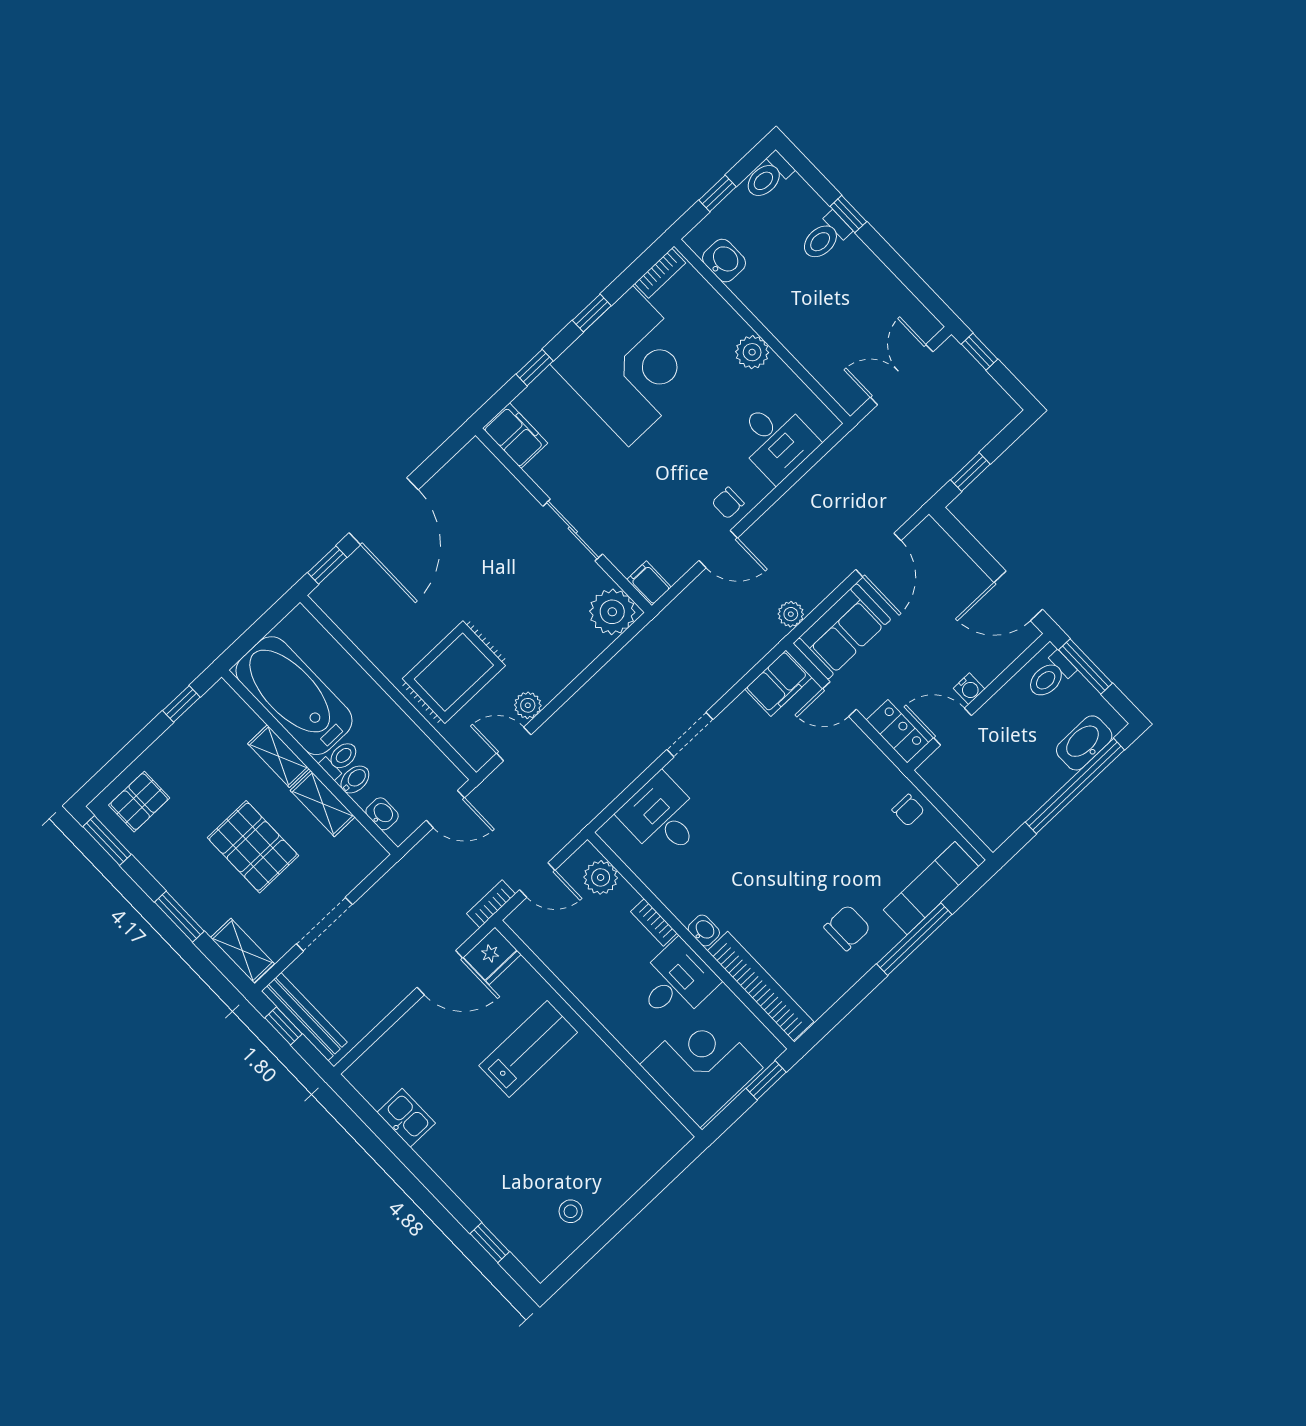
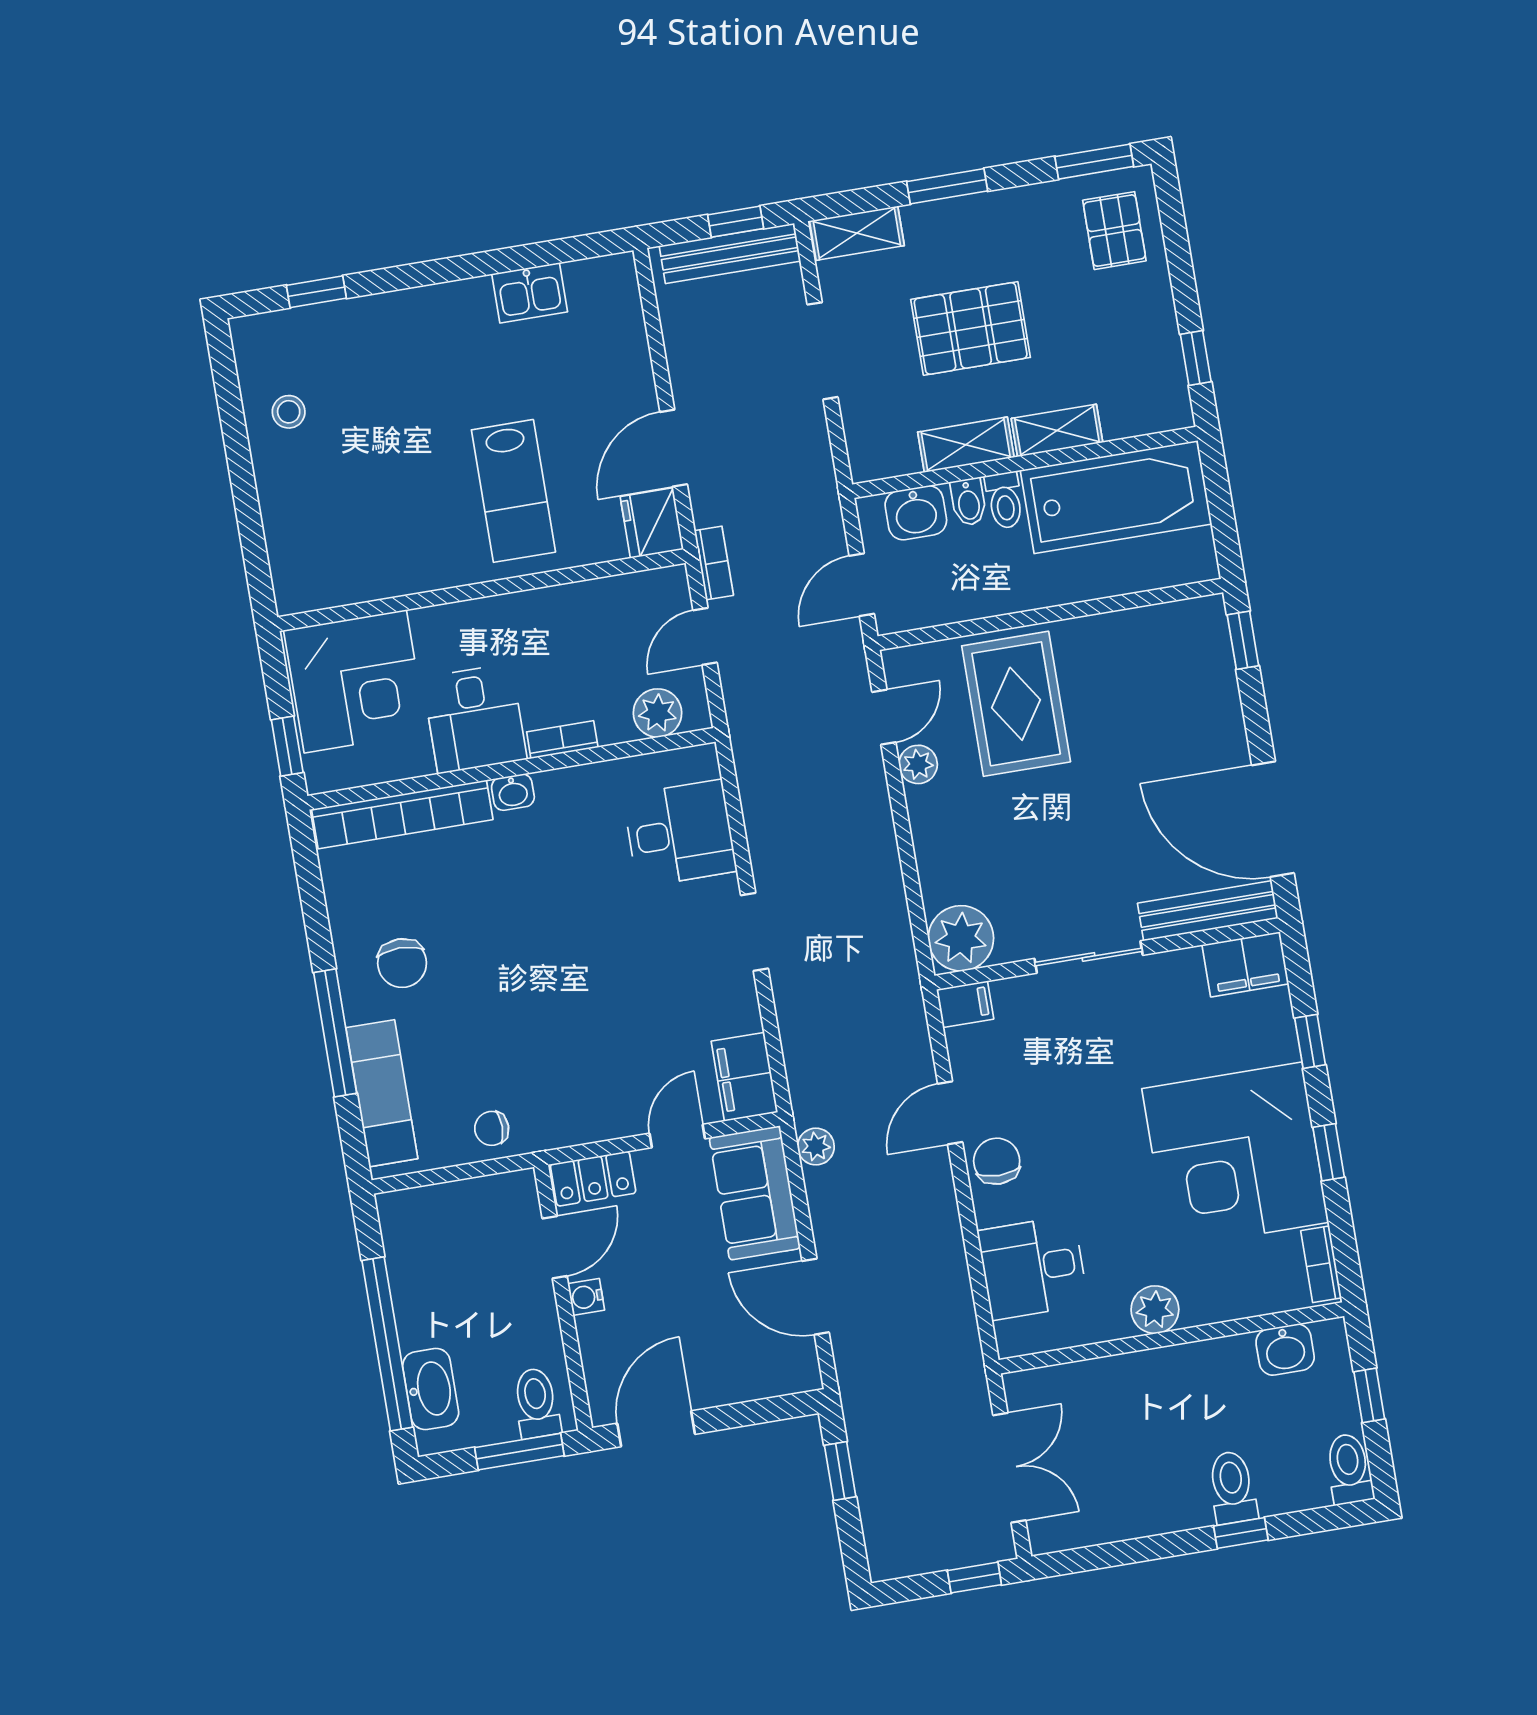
bench: (499, 479) -> (1208, 911), added
chair: (728, 503) -> (997, 1161), width x1.37, depth x1.37
door: (384, 511) -> (1273, 819), moved
washbasin: (382, 814) -> (916, 513), width x1.38, depth x1.45

